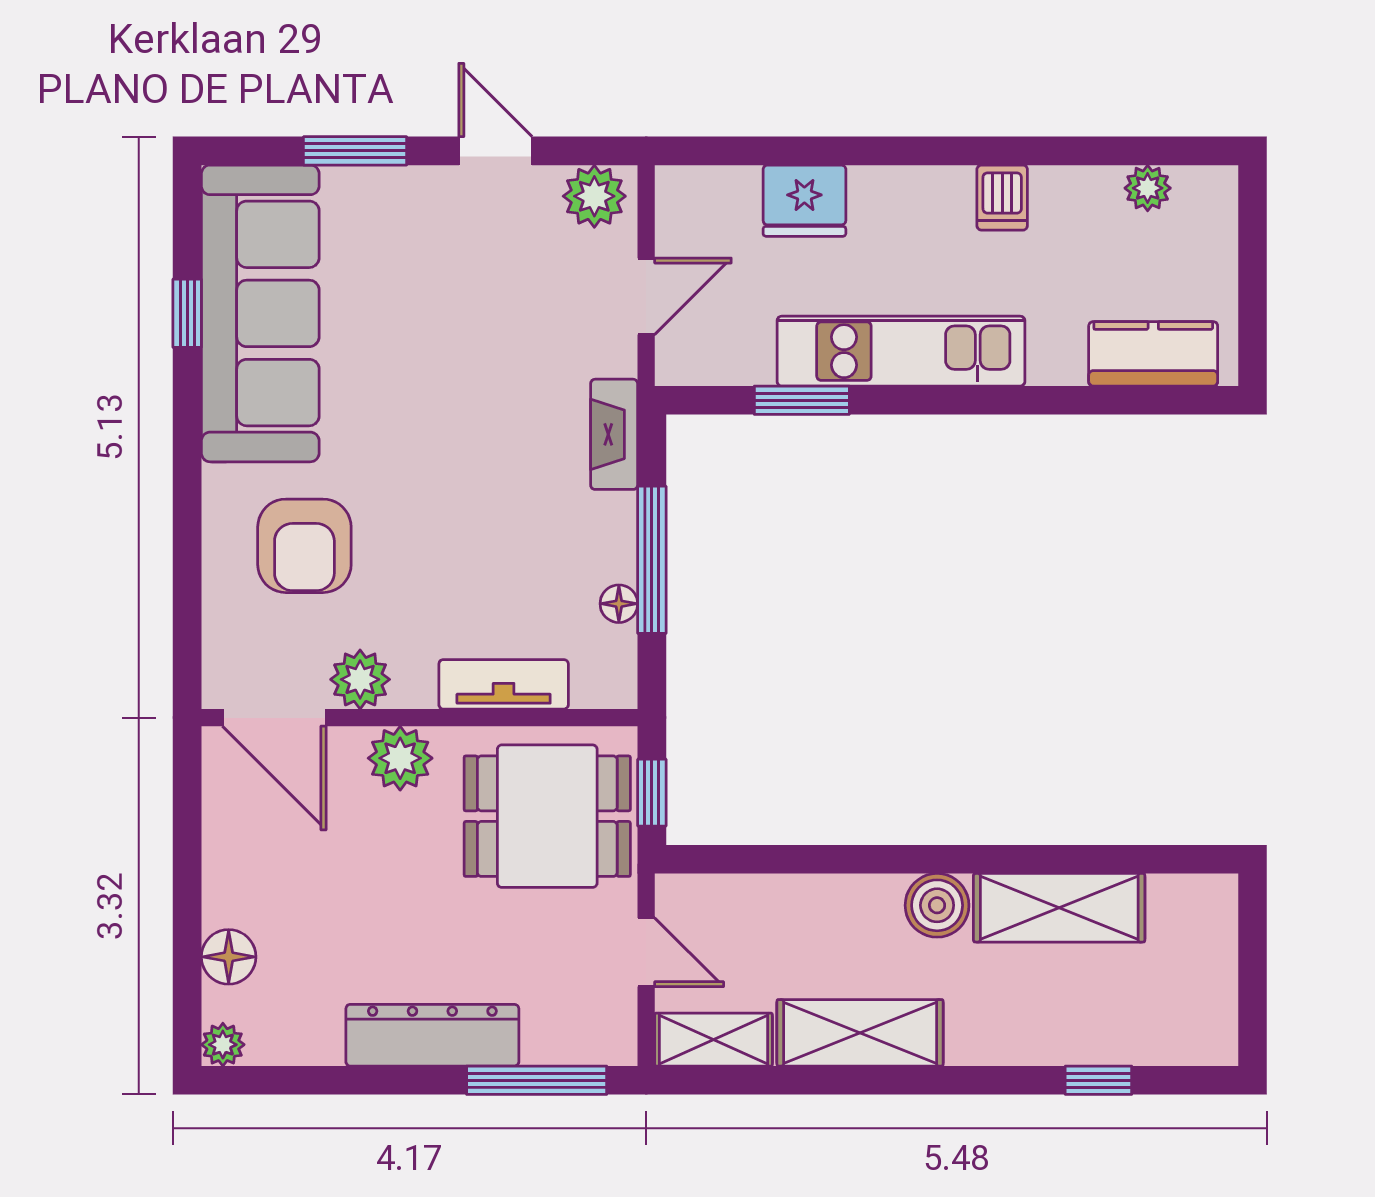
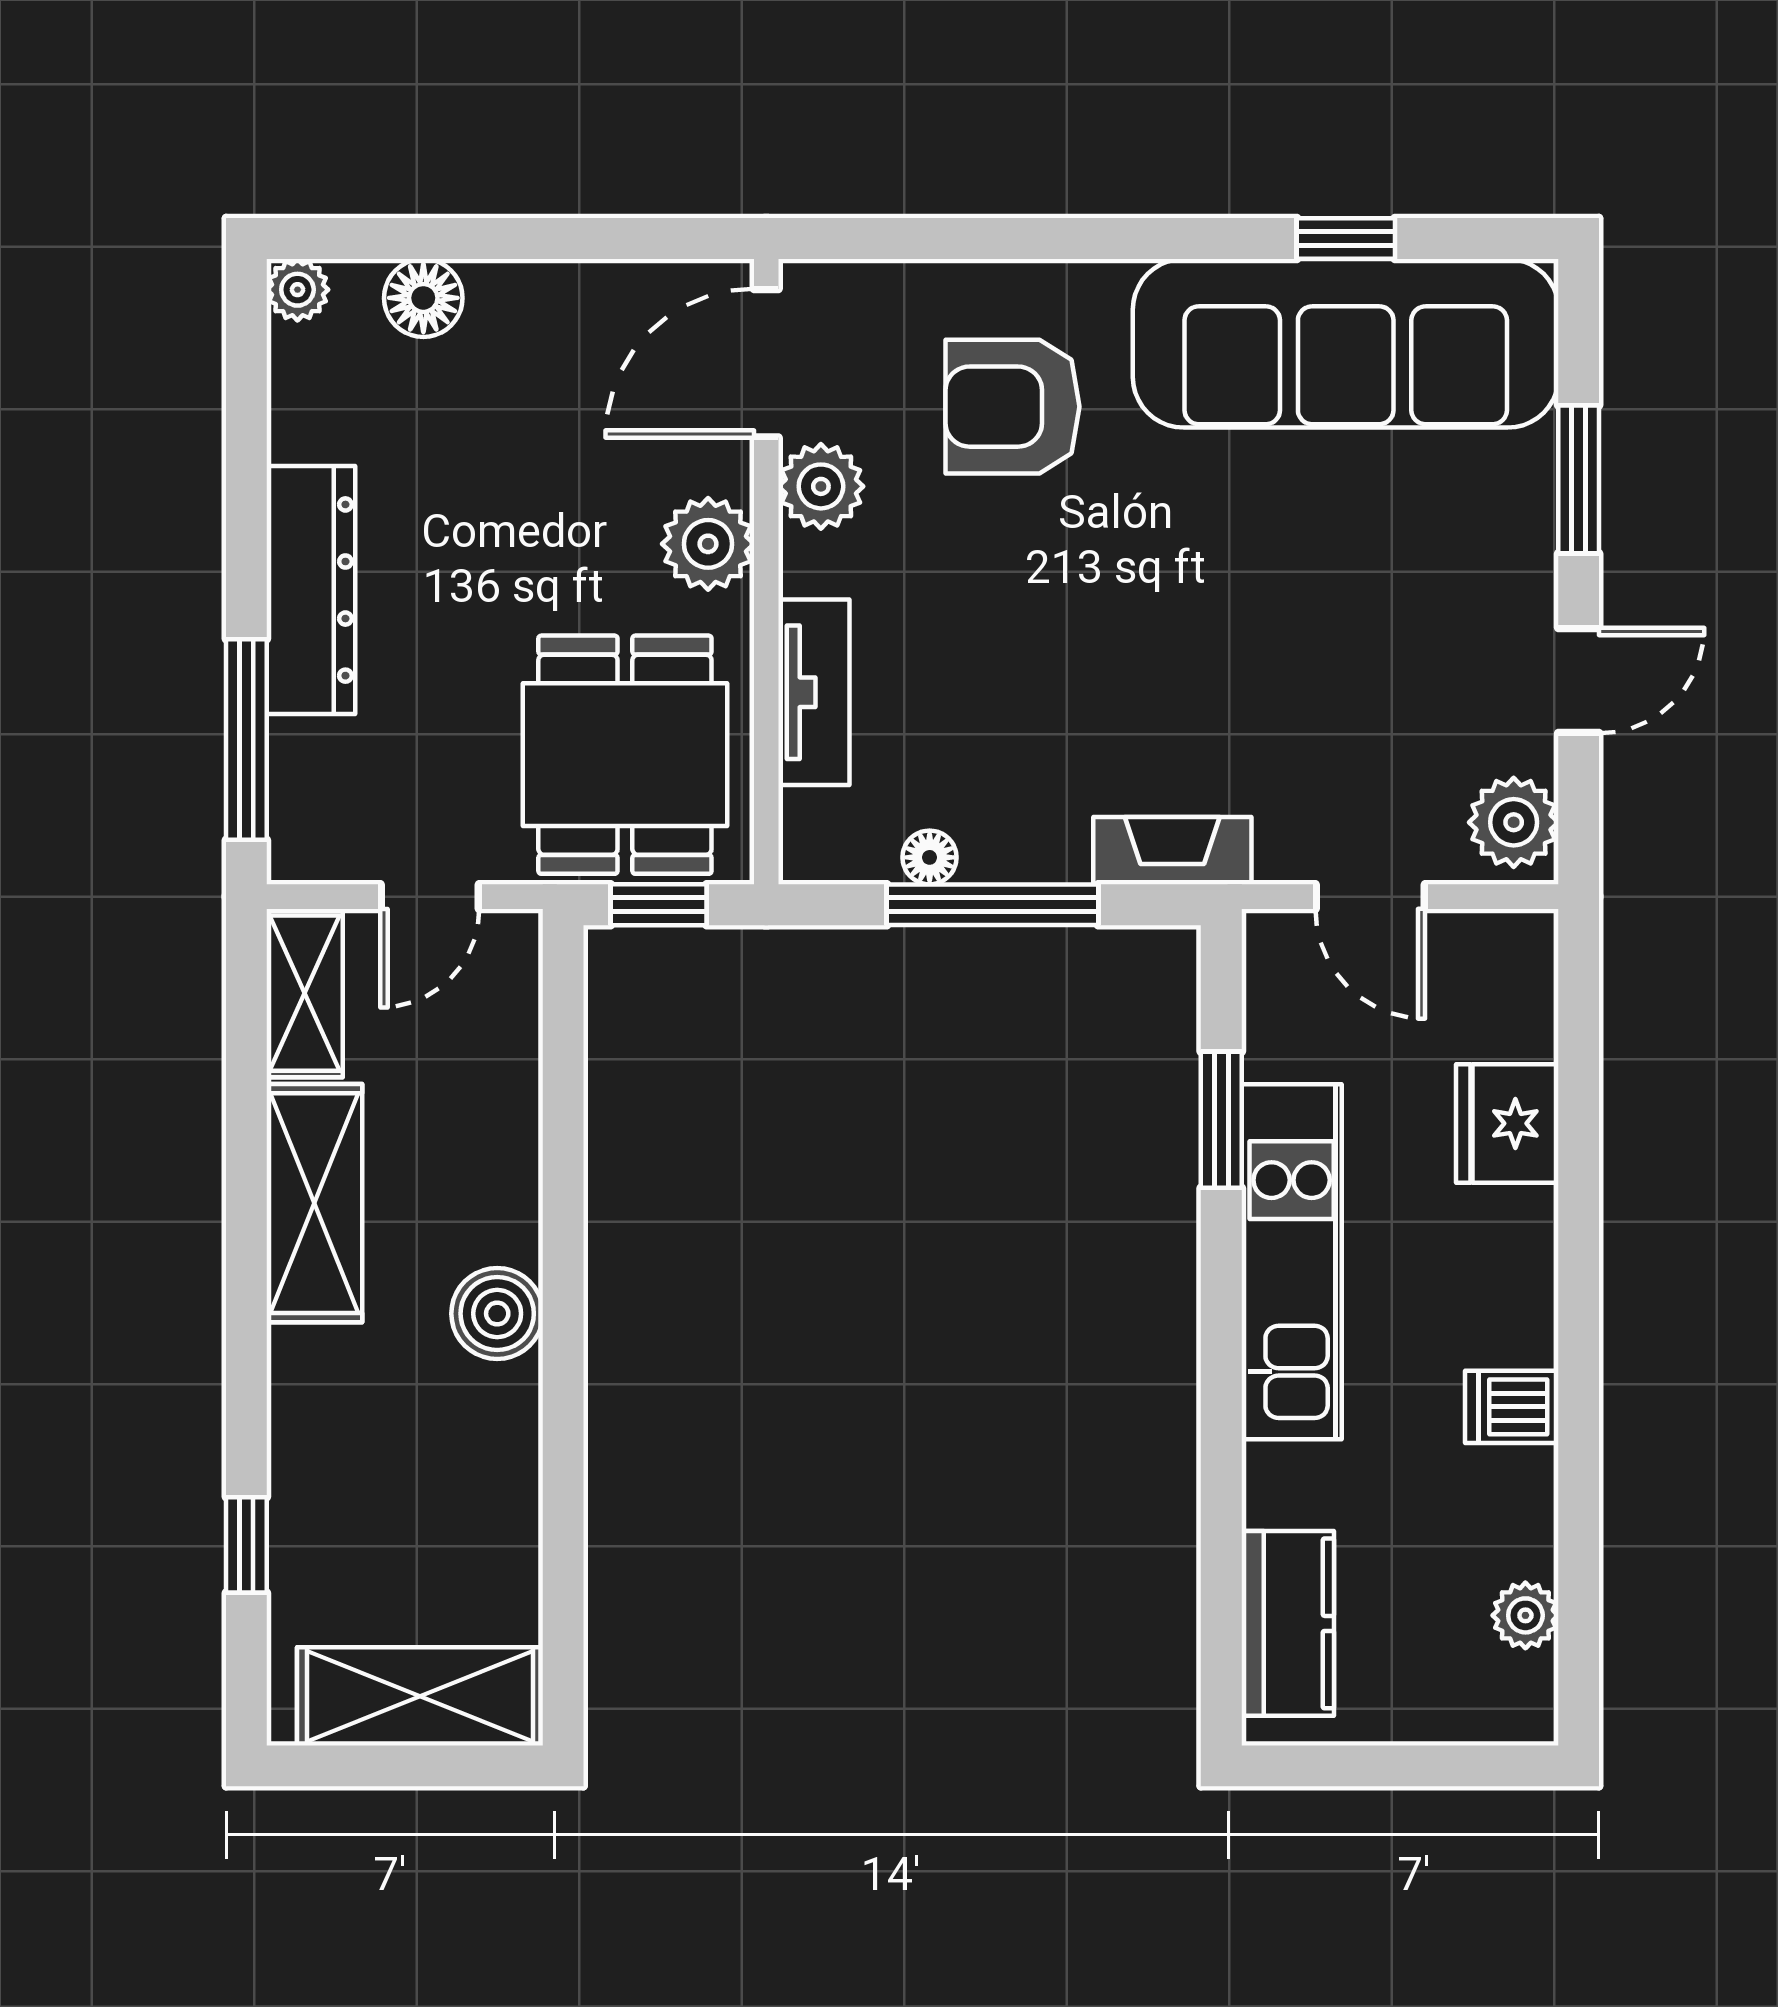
shelving: (1059, 908) -> (420, 1696), moved, turned 90

